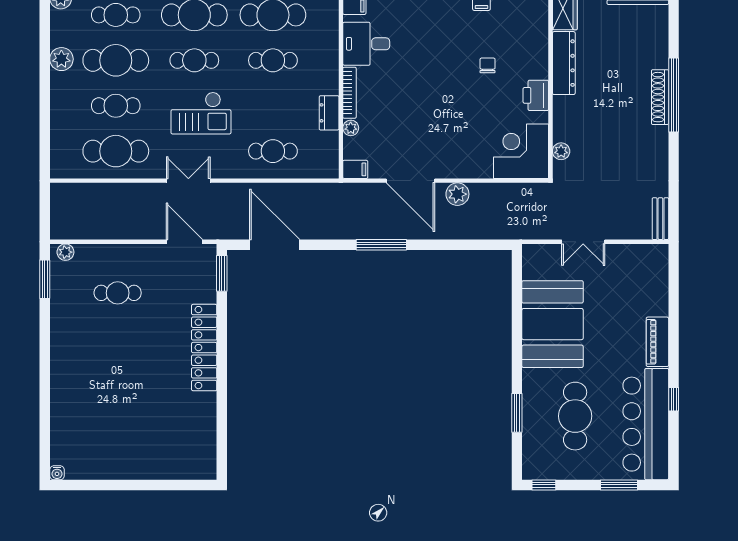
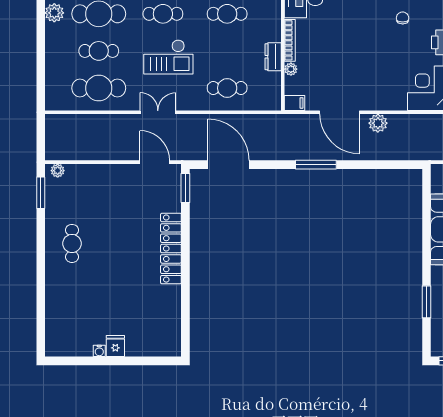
cafe table: (118, 293) -> (72, 243), moved, turned 90
fridge: (136, 467) -> (115, 346), added
water cooler: (57, 473) -> (99, 351), moved

